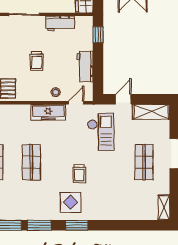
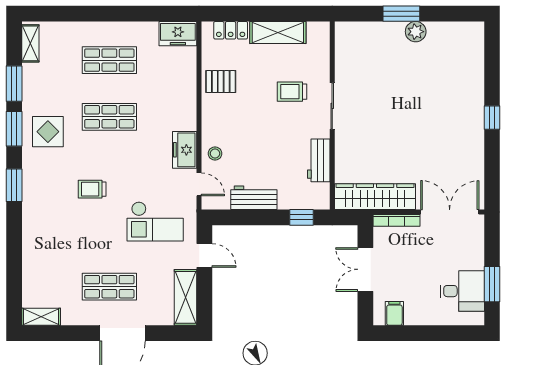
trolley: (37, 61) -> (292, 92), moved
freezer: (48, 112) -> (185, 150), width x0.71
display table: (71, 202) -> (48, 132), moved

